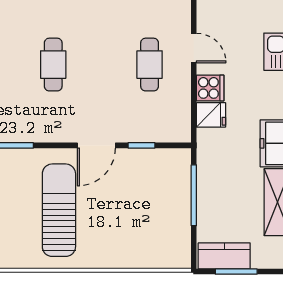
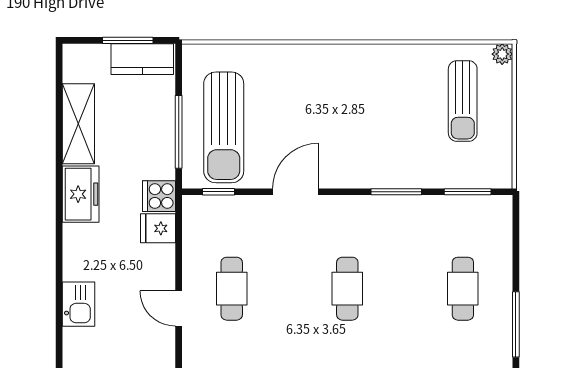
cooker: (210, 88) -> (159, 196), moved
window: (141, 145) -> (219, 192), moved
sun lounger: (59, 210) -> (224, 127), moved

